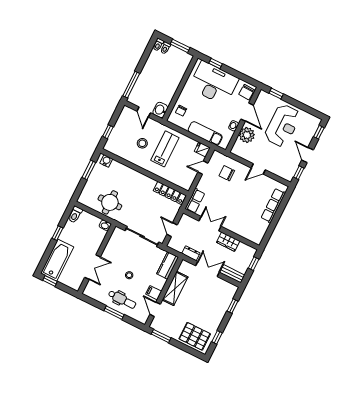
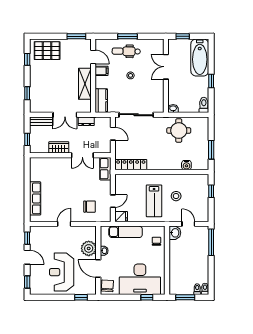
water cooler: (106, 161) -> (186, 165), moved
window: (50, 281) -> (183, 36), moved

